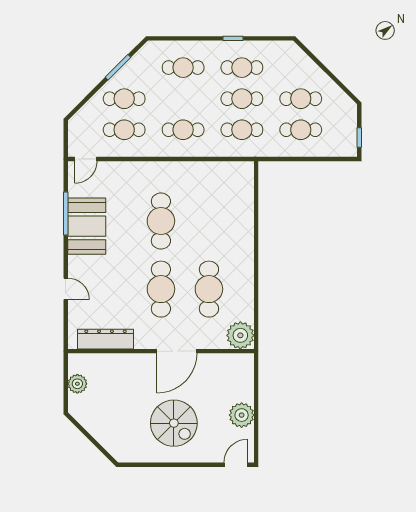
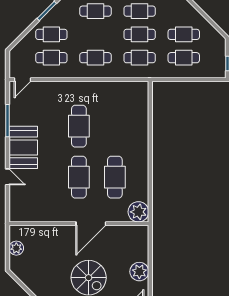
booth: (87, 226) -> (23, 147), moved
dresser: (106, 339) -> (37, 215), removed

